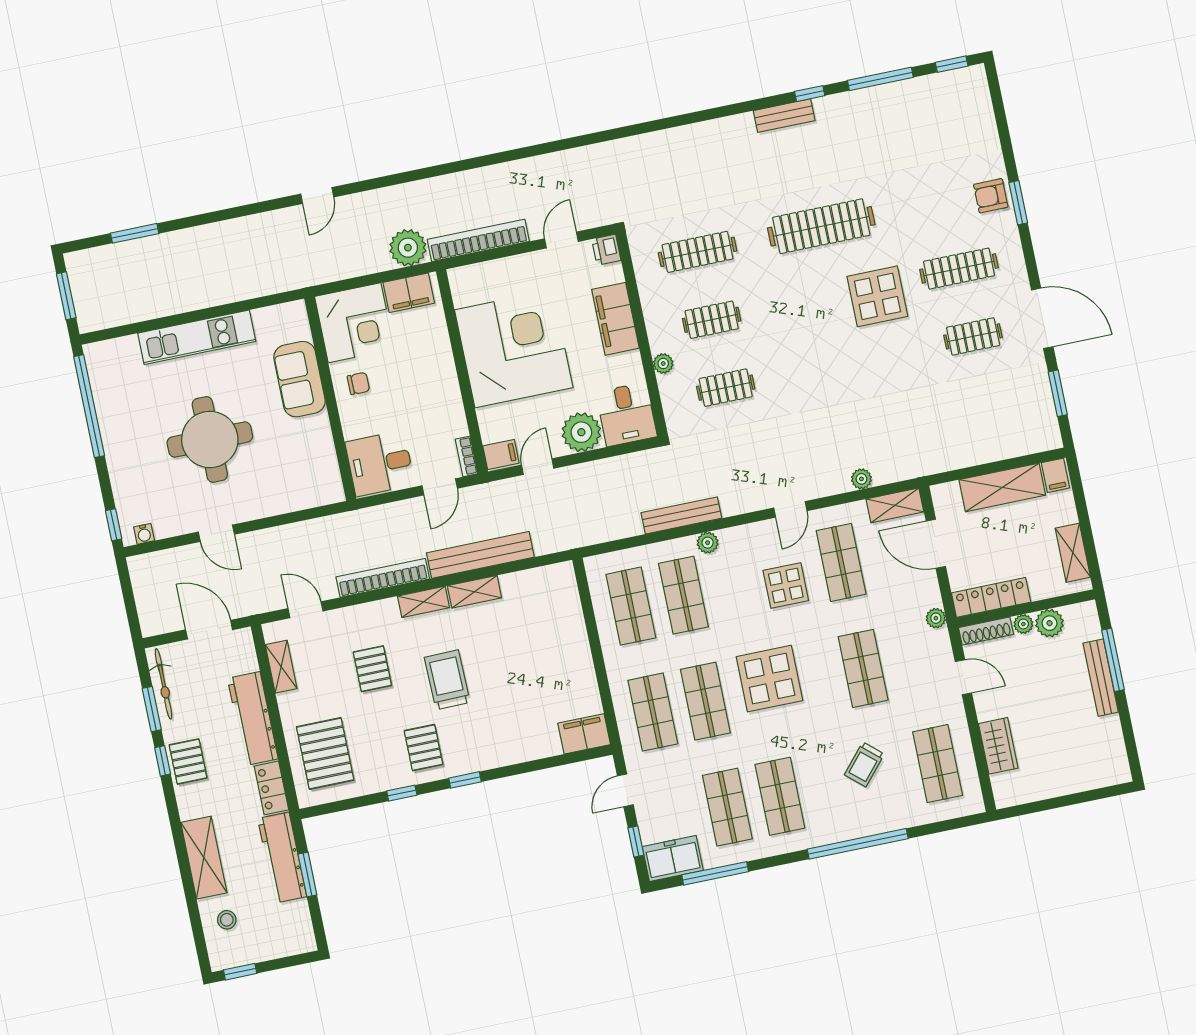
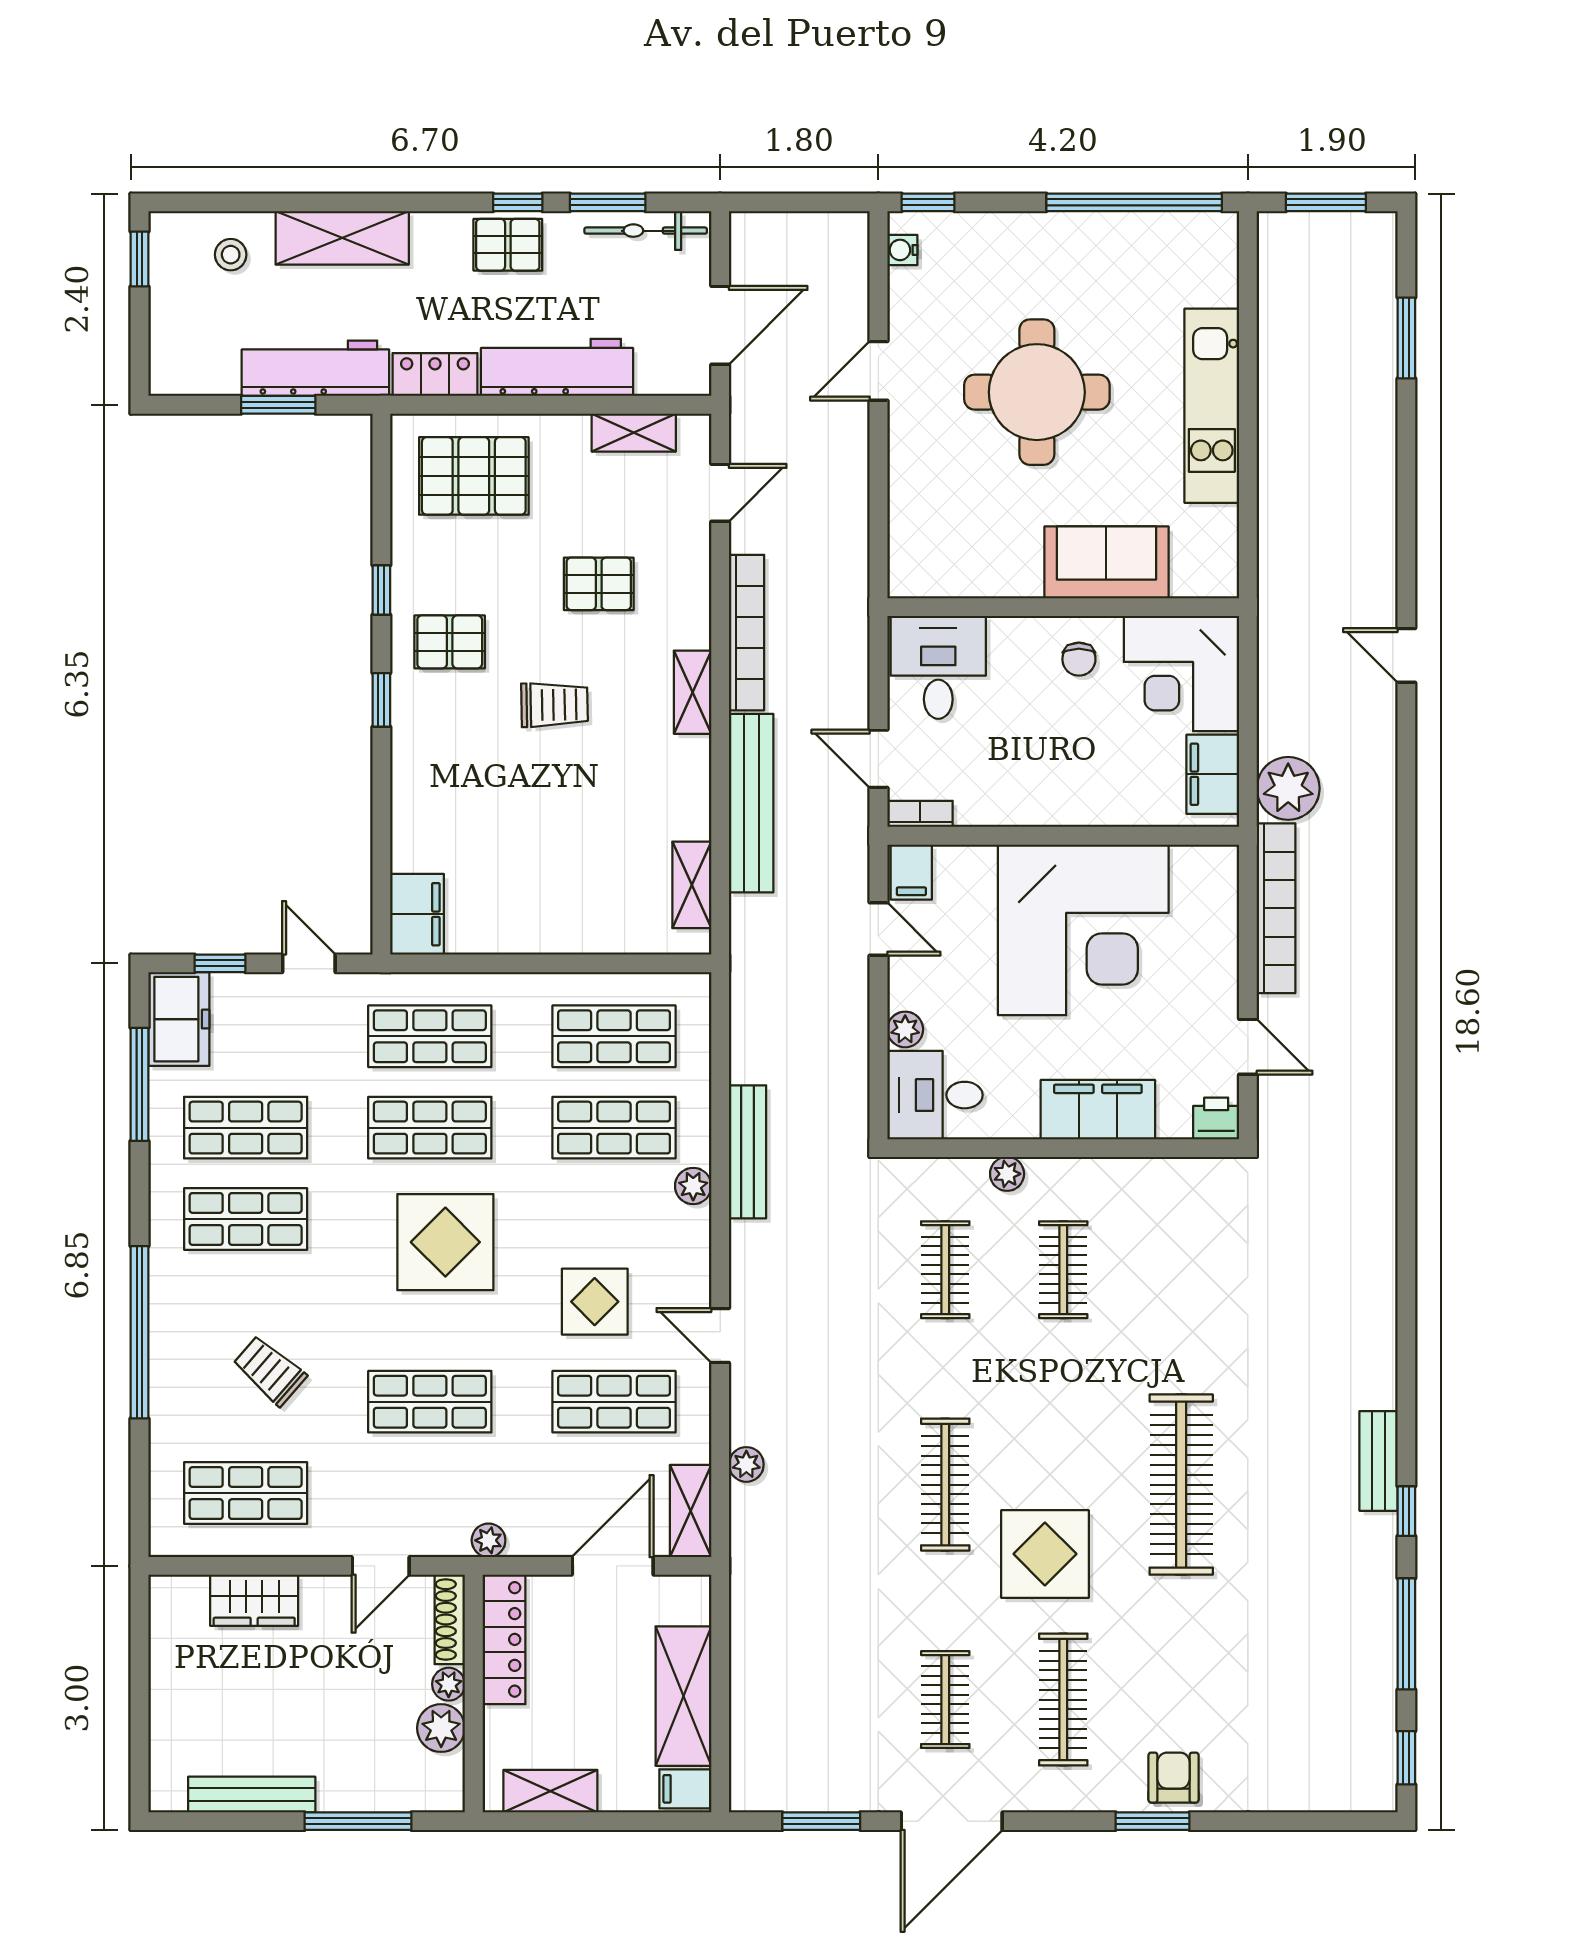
clothes rail: (698, 252) -> (945, 1485), moved
plant: (581, 432) -> (905, 1029), width x0.53, depth x0.53
shelving: (474, 592) -> (692, 885), moved
bench: (1101, 678) -> (252, 1794), moved
trolley: (447, 680) -> (554, 705), width x0.73, depth x0.72

